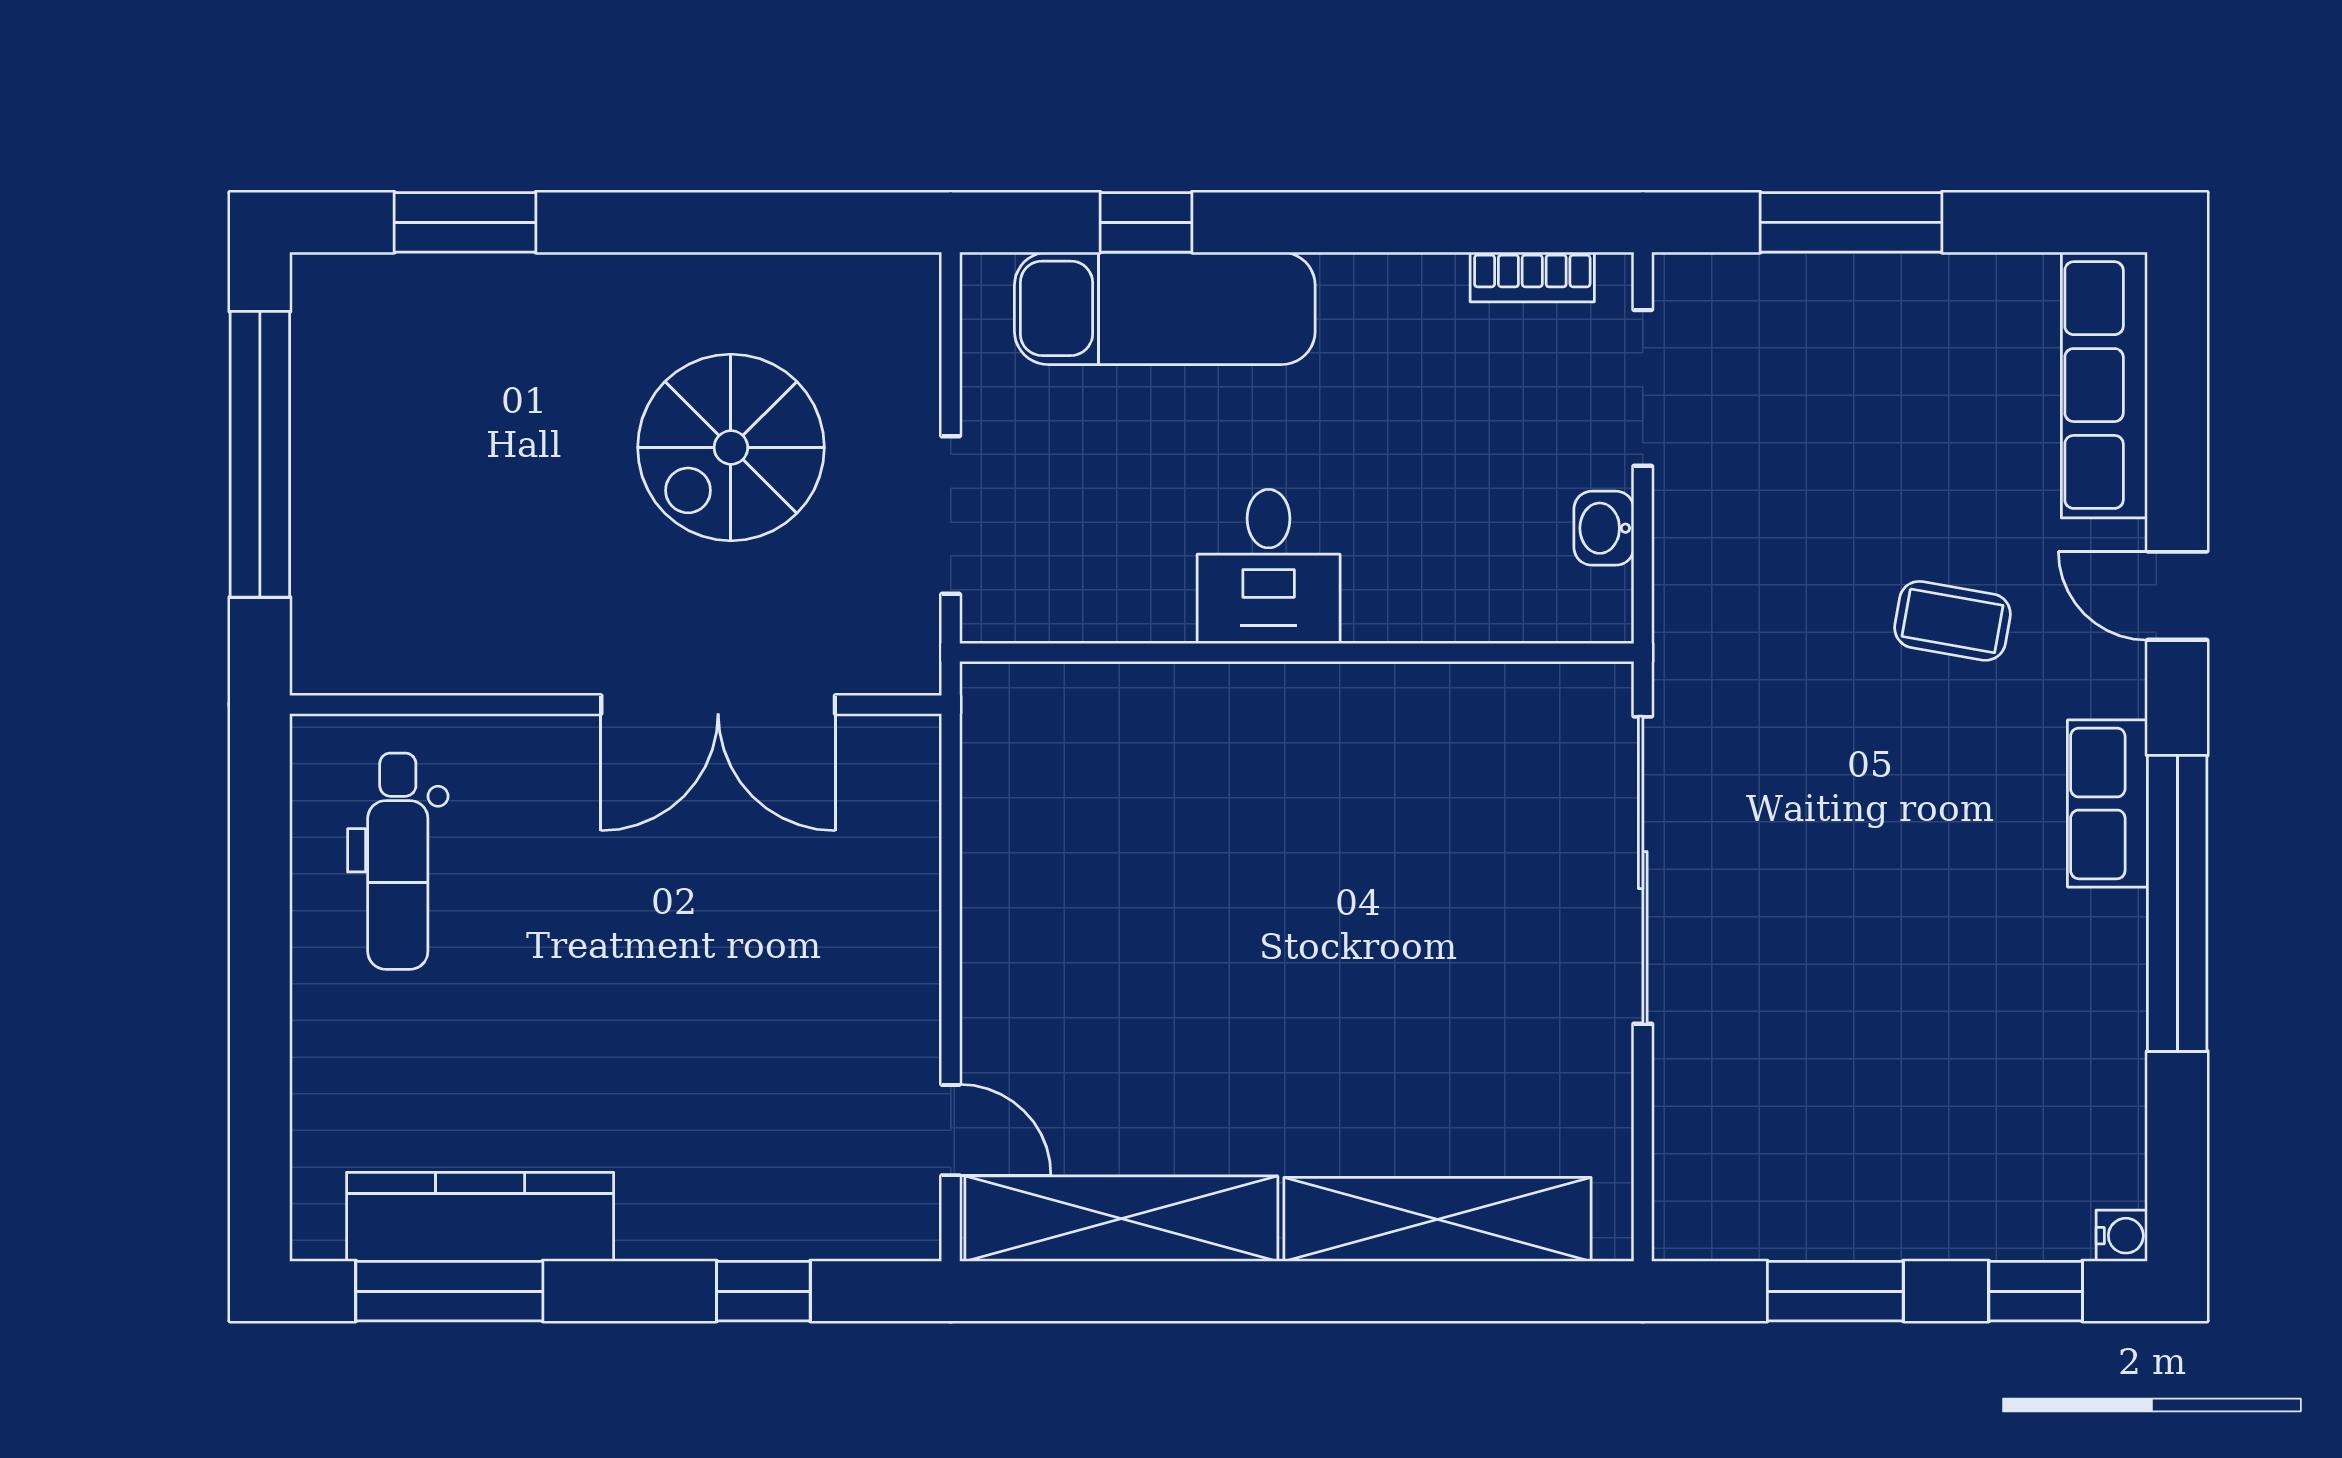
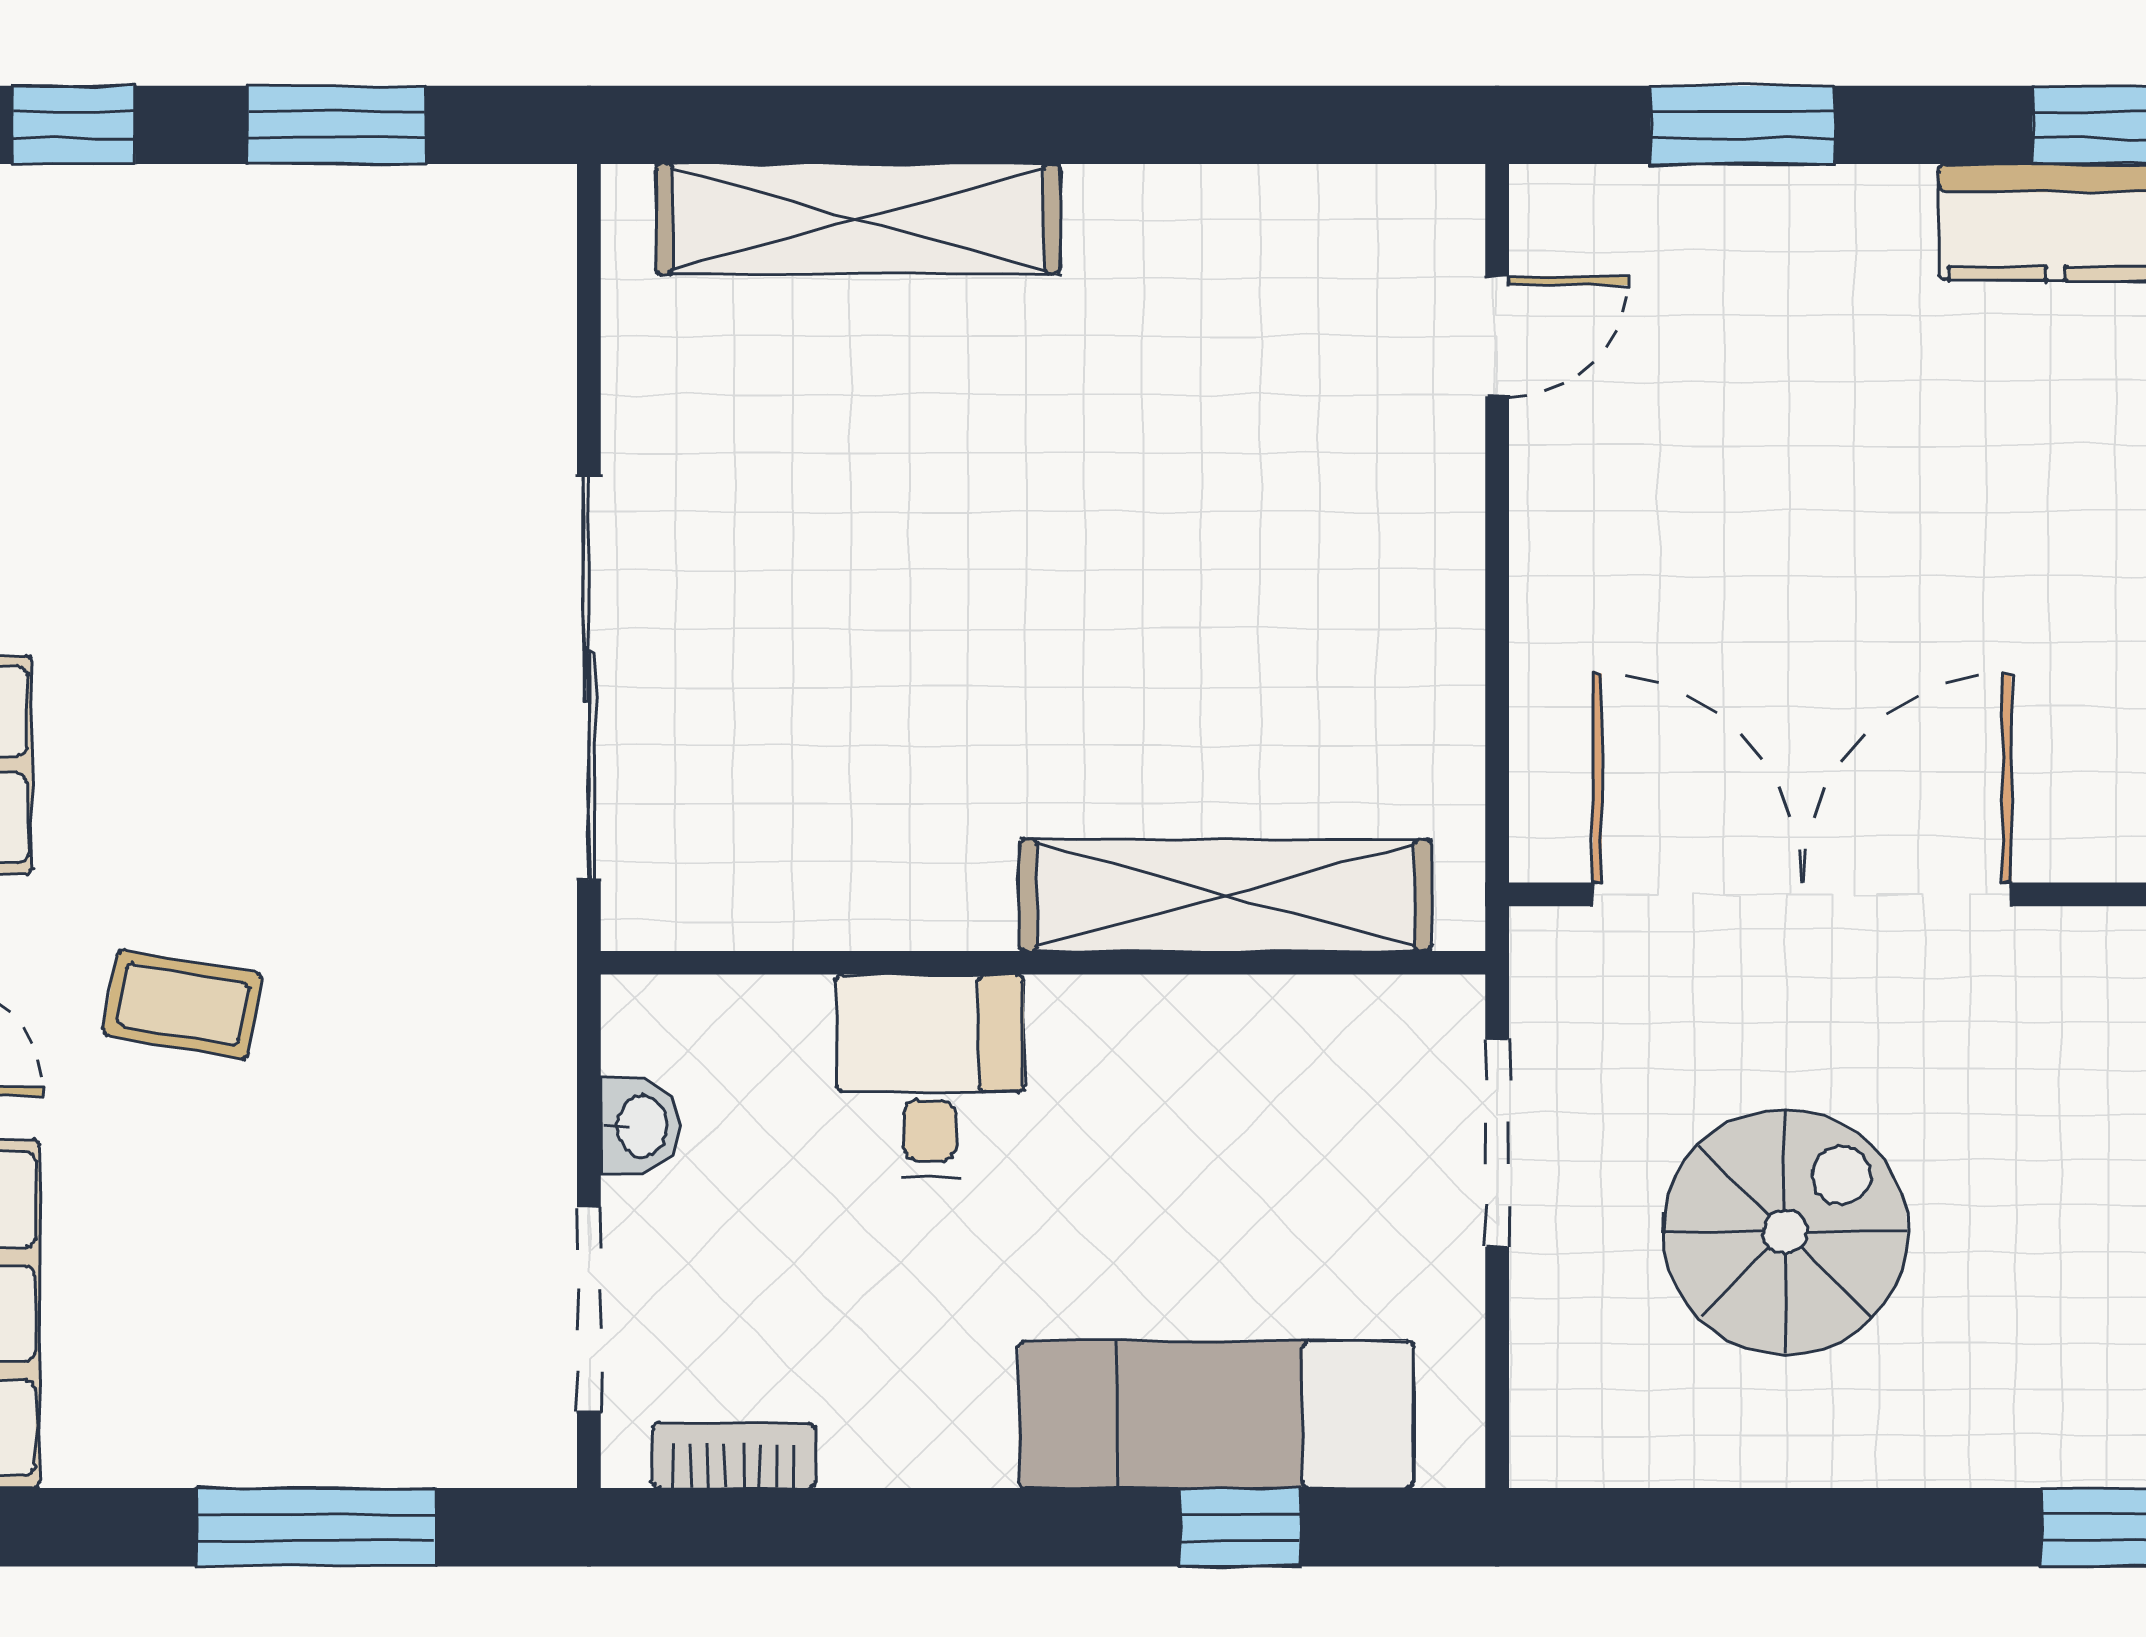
desk: (1269, 566) -> (930, 1076), moved
double door: (718, 705) -> (1802, 894), width x1.36
door: (951, 1130) -> (1497, 336), swing flipped
shelving: (1121, 1219) -> (1226, 895), moved
window: (763, 1291) -> (1743, 125), width x1.50

